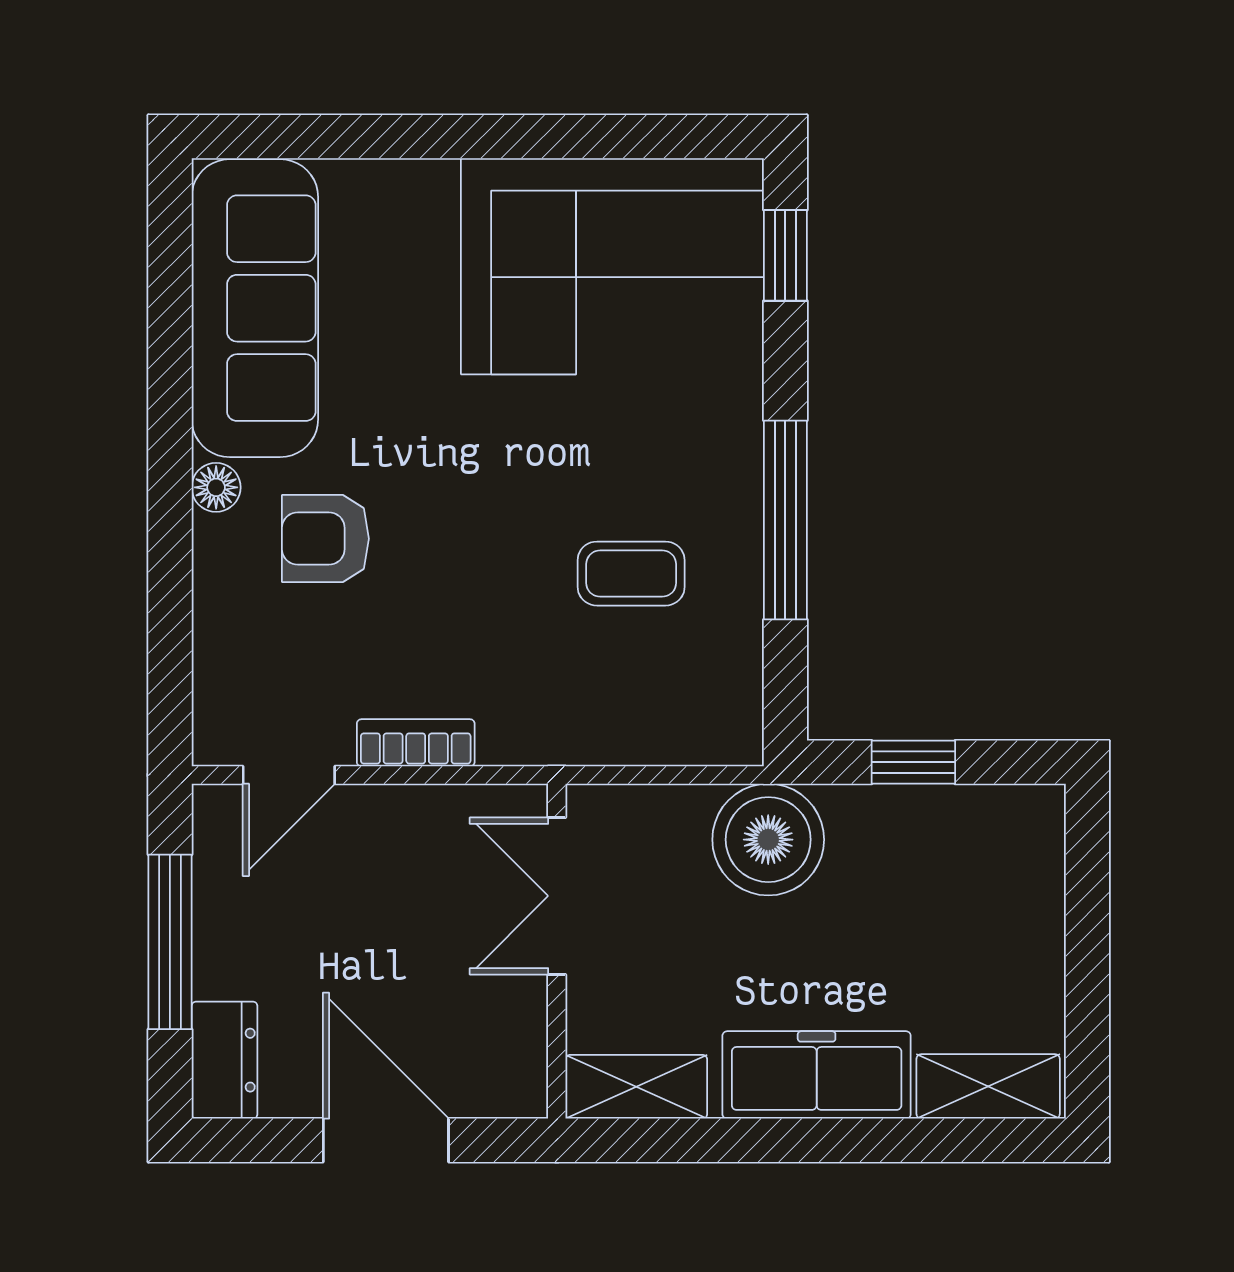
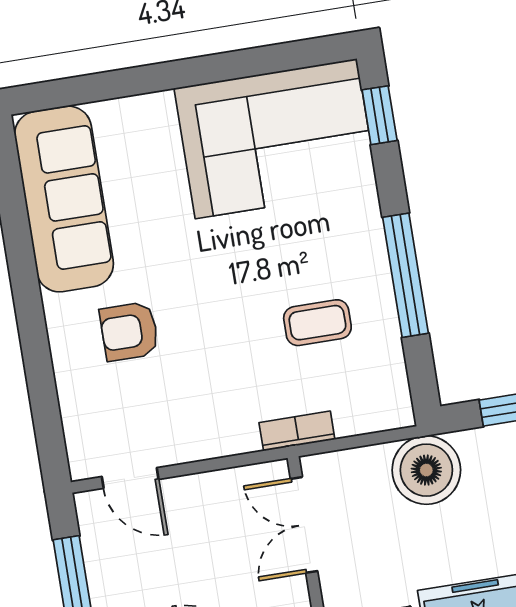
floor lamp: (216, 487) -> (58, 311), removed
bookcase: (416, 743) -> (297, 431), moved
door: (289, 775) -> (130, 478), hinge flipped

